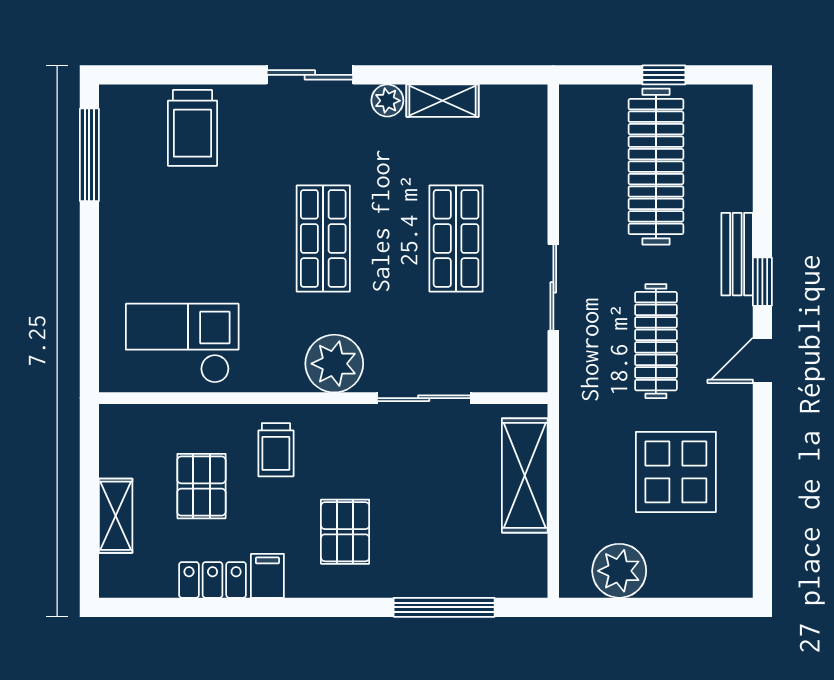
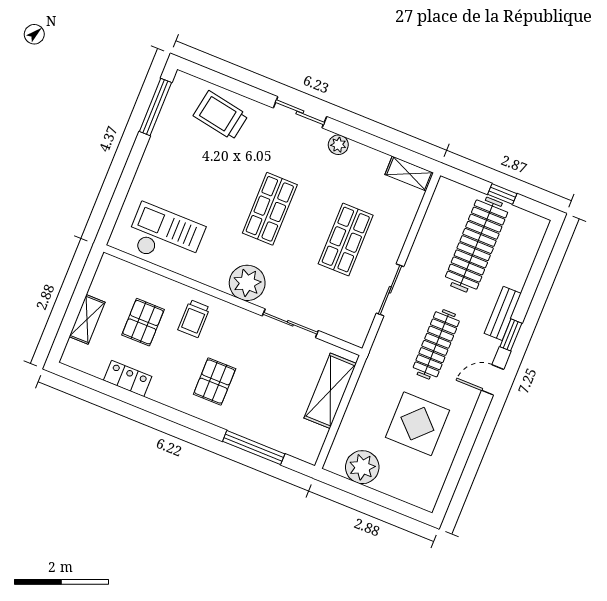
shelving: (443, 101) -> (409, 174), moved
trolley: (192, 128) -> (221, 115), turned 100
filing cabinet: (267, 576) -> (160, 389), removed

